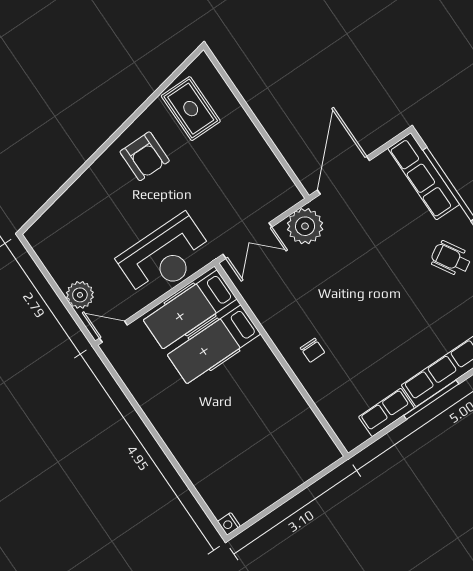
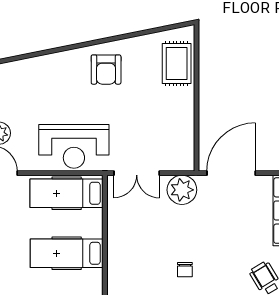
rug: (191, 109) -> (177, 64), moved
hospital bed: (214, 344) -> (67, 253), moved
chair: (312, 350) -> (185, 270), moved

